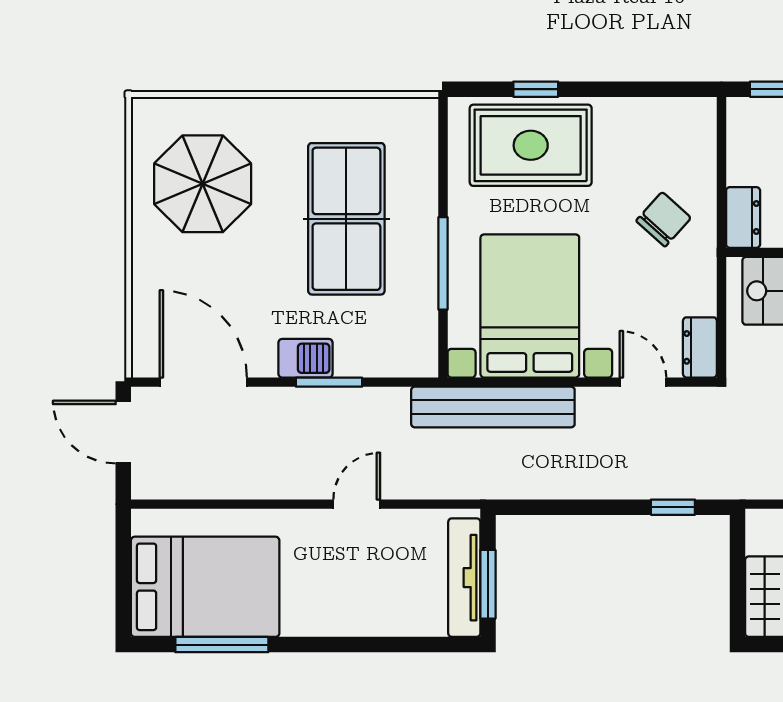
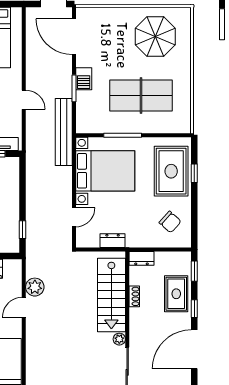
chair: (664, 219) -> (170, 222), moved
dresser: (700, 347) -> (113, 241), moved
door: (203, 382) -> (74, 37), swing flipped
bench: (493, 407) -> (64, 132), moved

